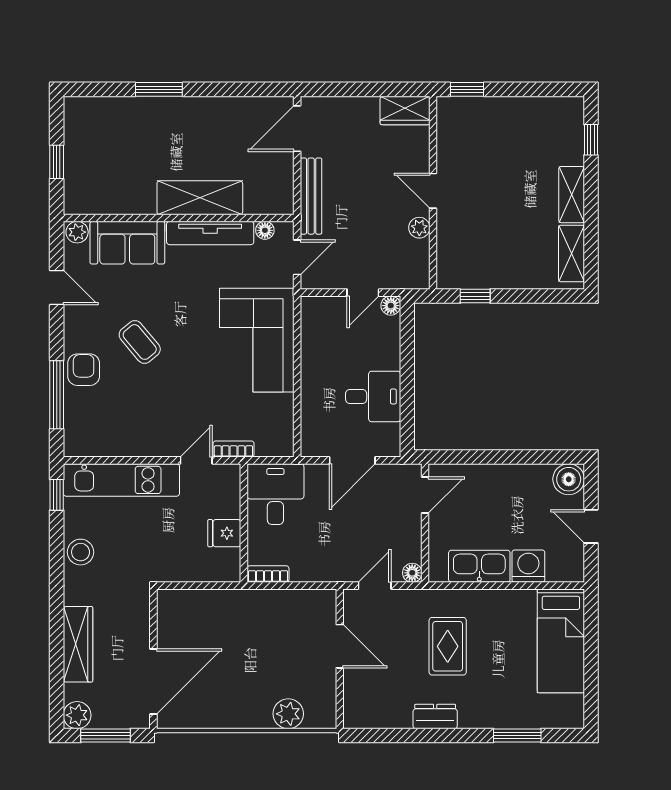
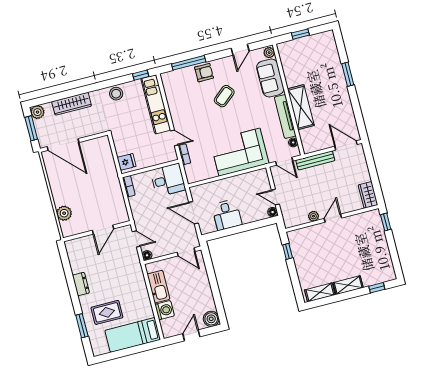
fridge: (224, 533) -> (127, 162), moved, turned 90
rug: (448, 646) -> (107, 312), moved

